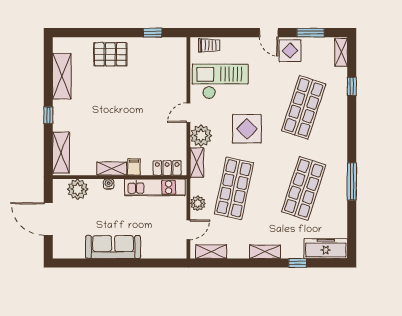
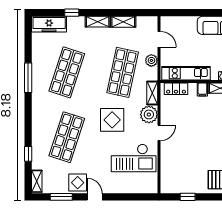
trolley: (209, 45) -> (142, 187), removed
door: (188, 230) -> (159, 39), swing flipped
shelving: (211, 252) -> (123, 22), moved

